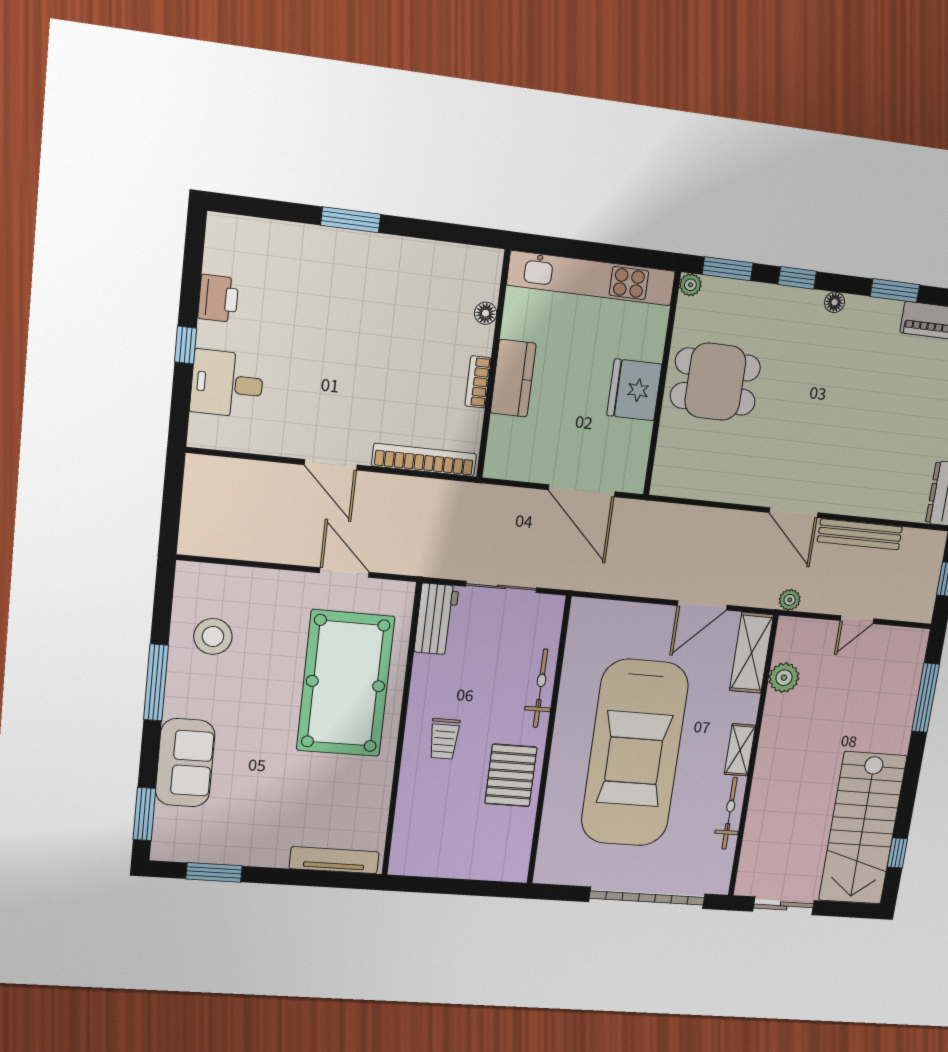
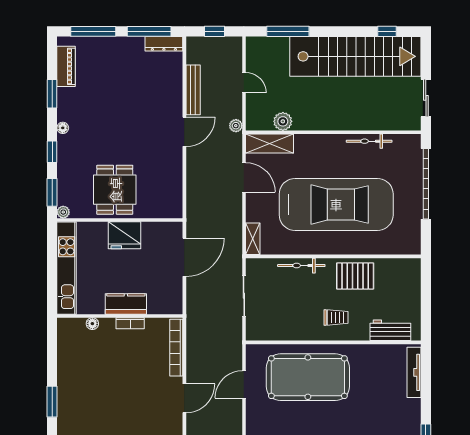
workbench: (436, 619) -> (390, 330), moved
shelving: (740, 750) -> (253, 239), moved, turned 90
stairs: (863, 828) -> (355, 56), width x1.36

